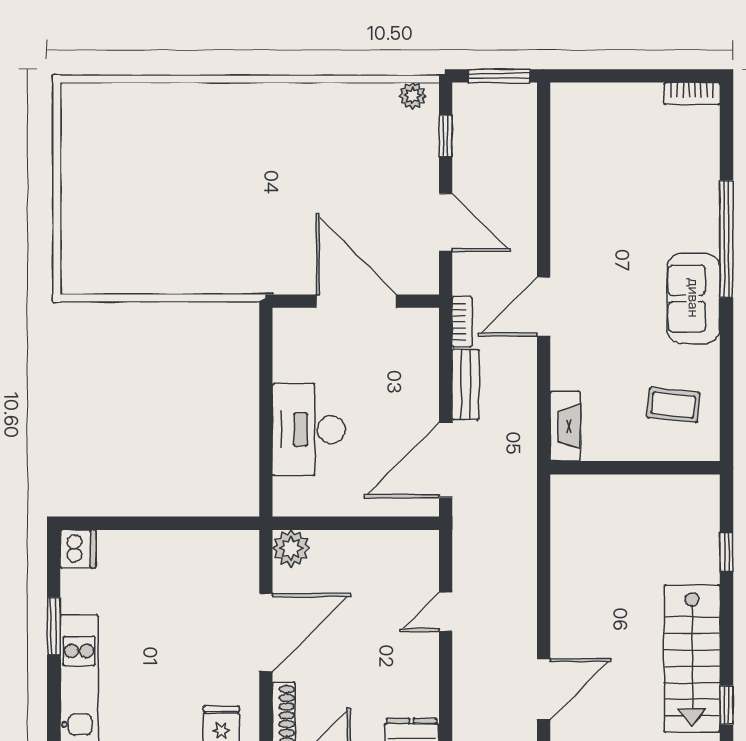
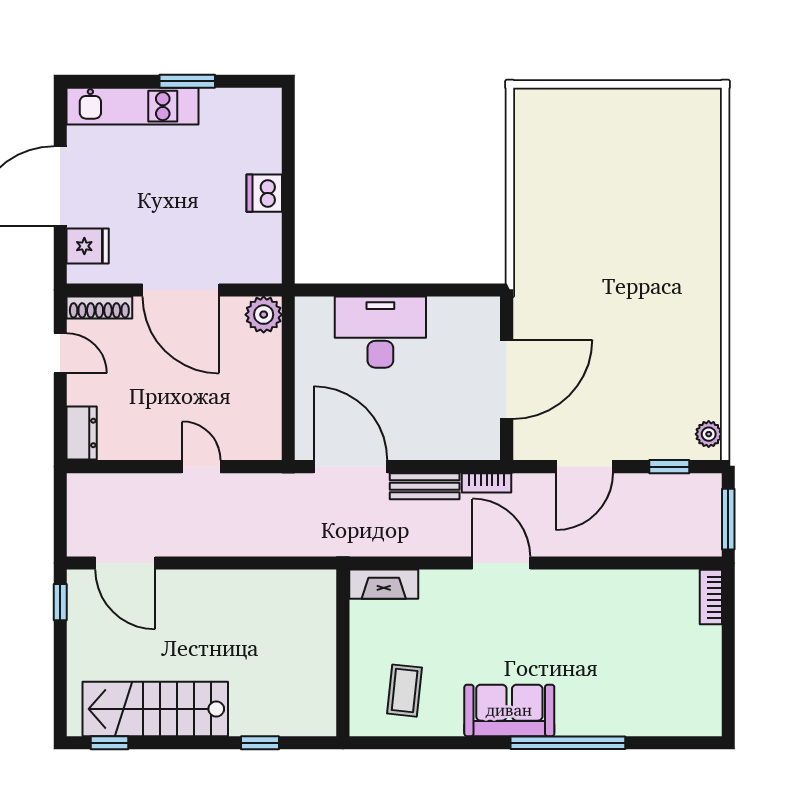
bookcase: (692, 94) -> (711, 597), moved
dishwasher: (78, 549) -> (264, 193), moved, turned 90

